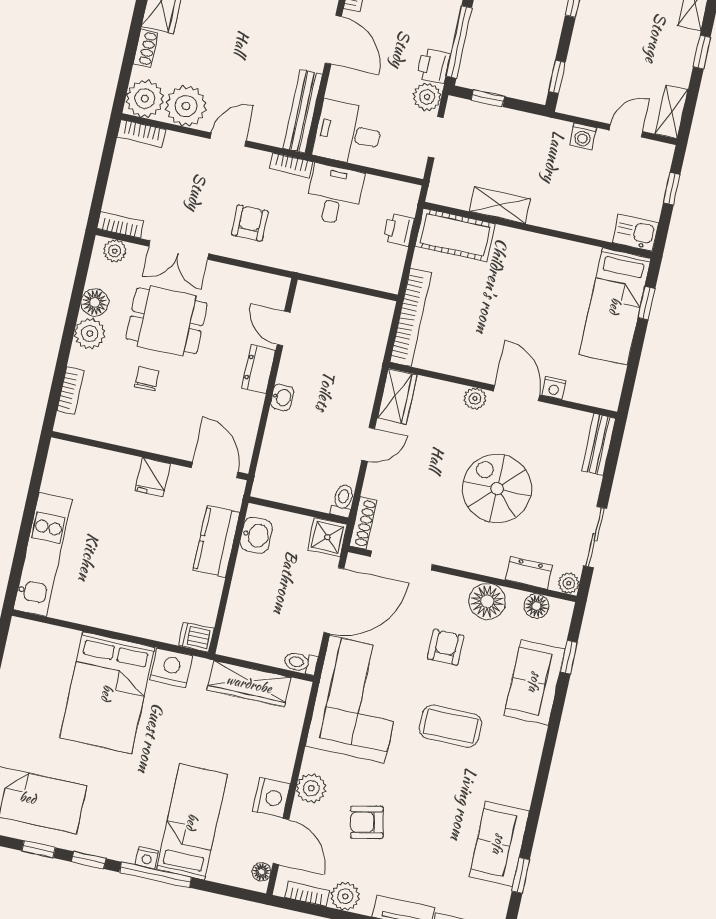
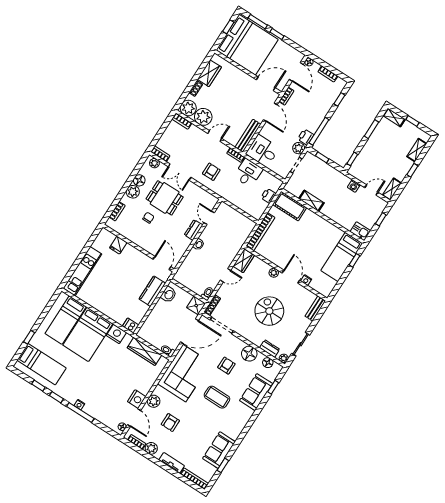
fridge: (153, 477) -> (118, 245), moved
bed: (192, 822) -> (66, 320), moved, turned 180
armchair: (367, 822) -> (170, 423), turned -78

